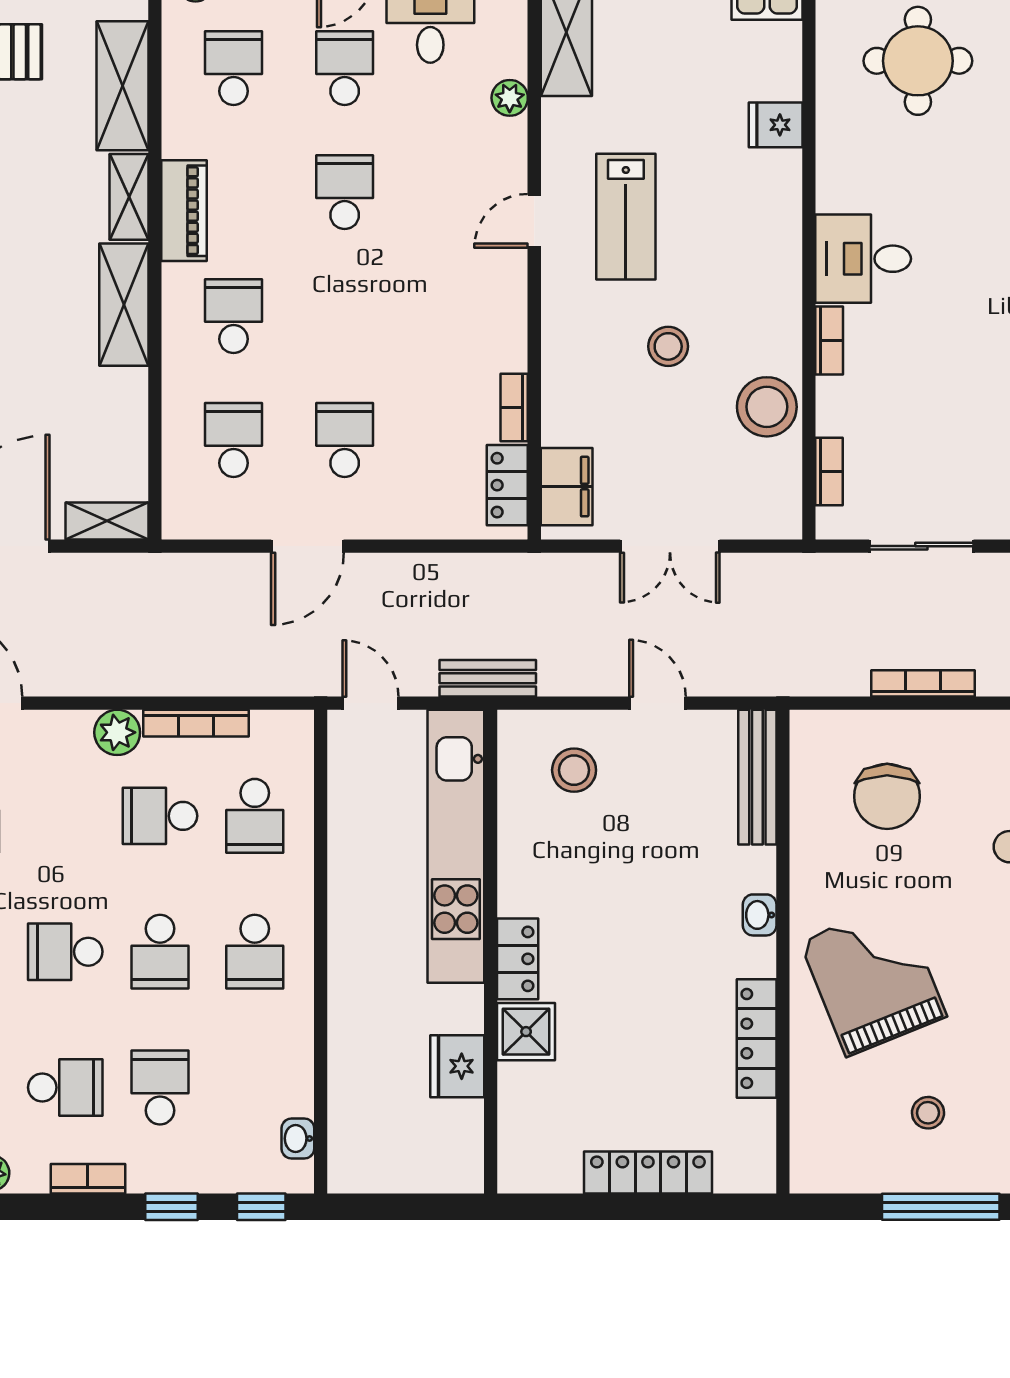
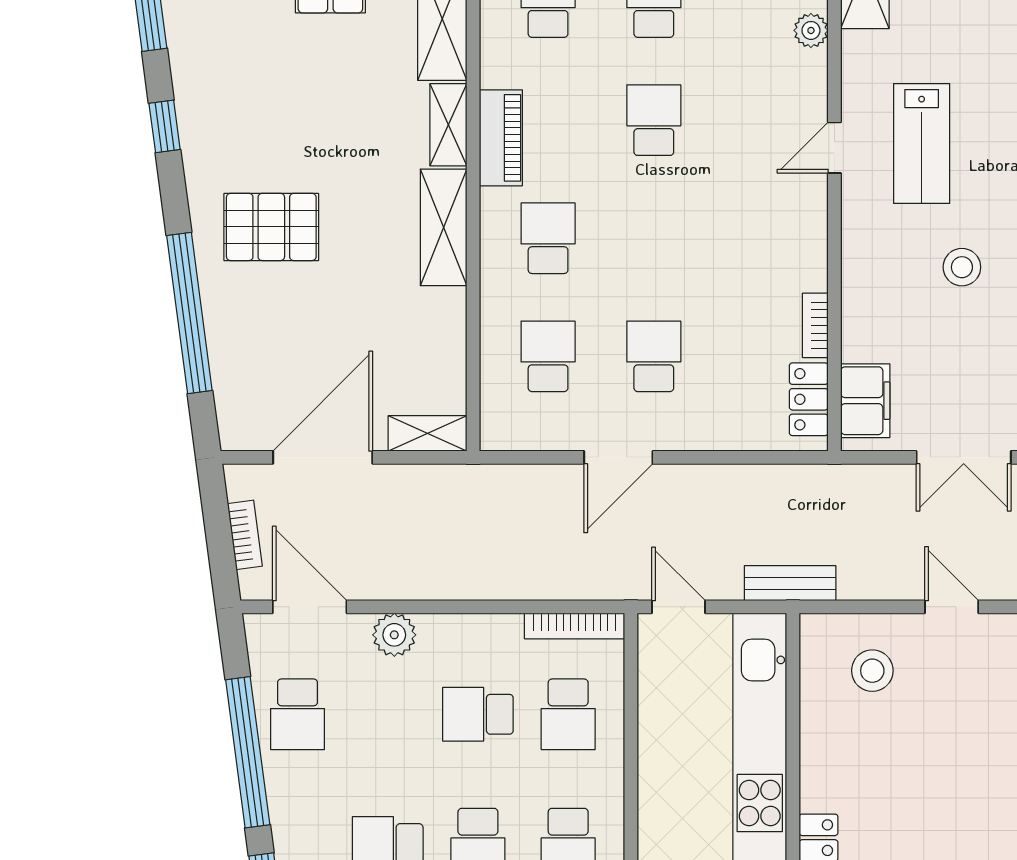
bookcase: (196, 723) -> (575, 626), moved
plant: (117, 732) -> (394, 635), moved

